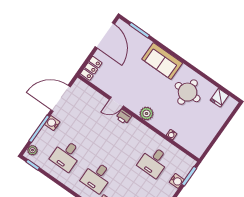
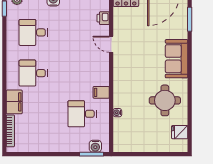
plant: (147, 113) -> (120, 78), removed
printer: (124, 117) -> (103, 18), moved
filing cabinet: (148, 136) -> (101, 92), added
water cooler: (177, 181) -> (95, 146), moved

